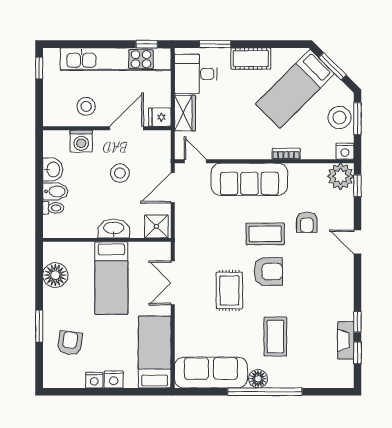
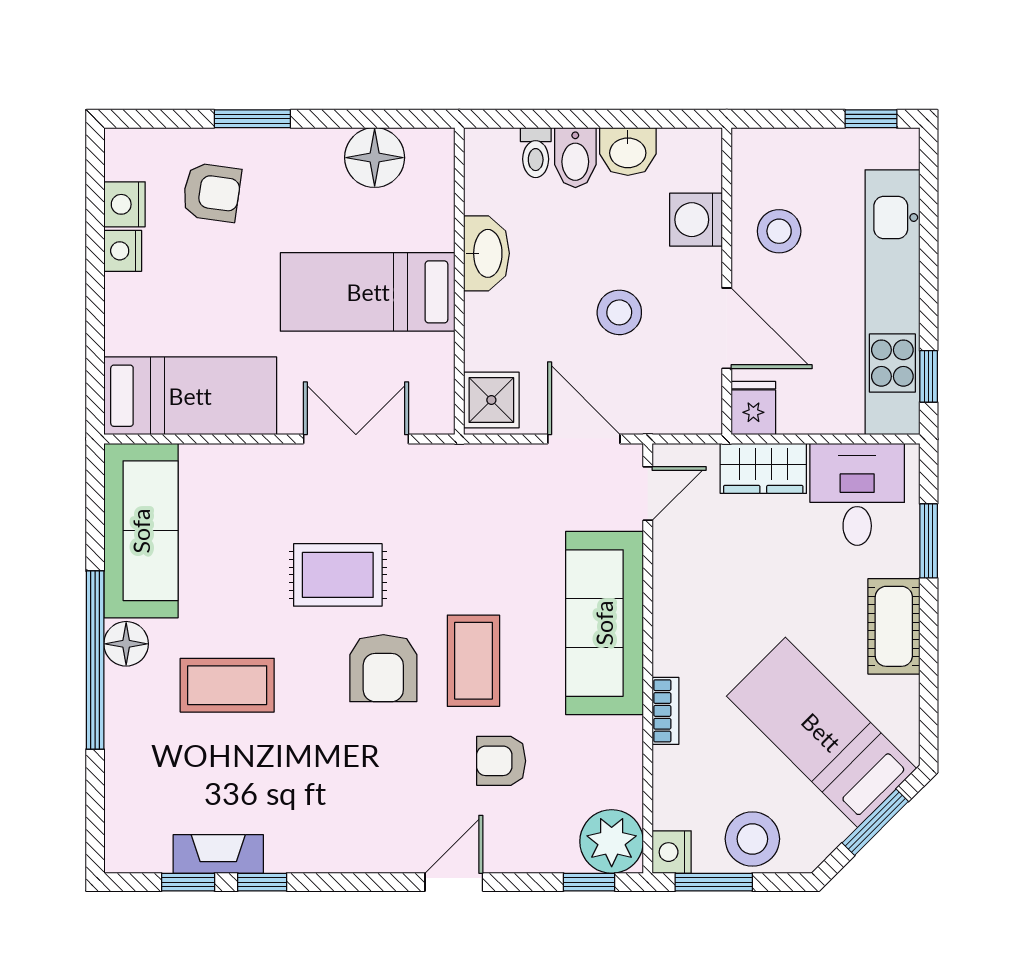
window: (357, 119) -> (714, 882), moved
washbasin: (114, 228) -> (486, 253), moved
nightstand: (114, 379) -> (124, 204), moved

